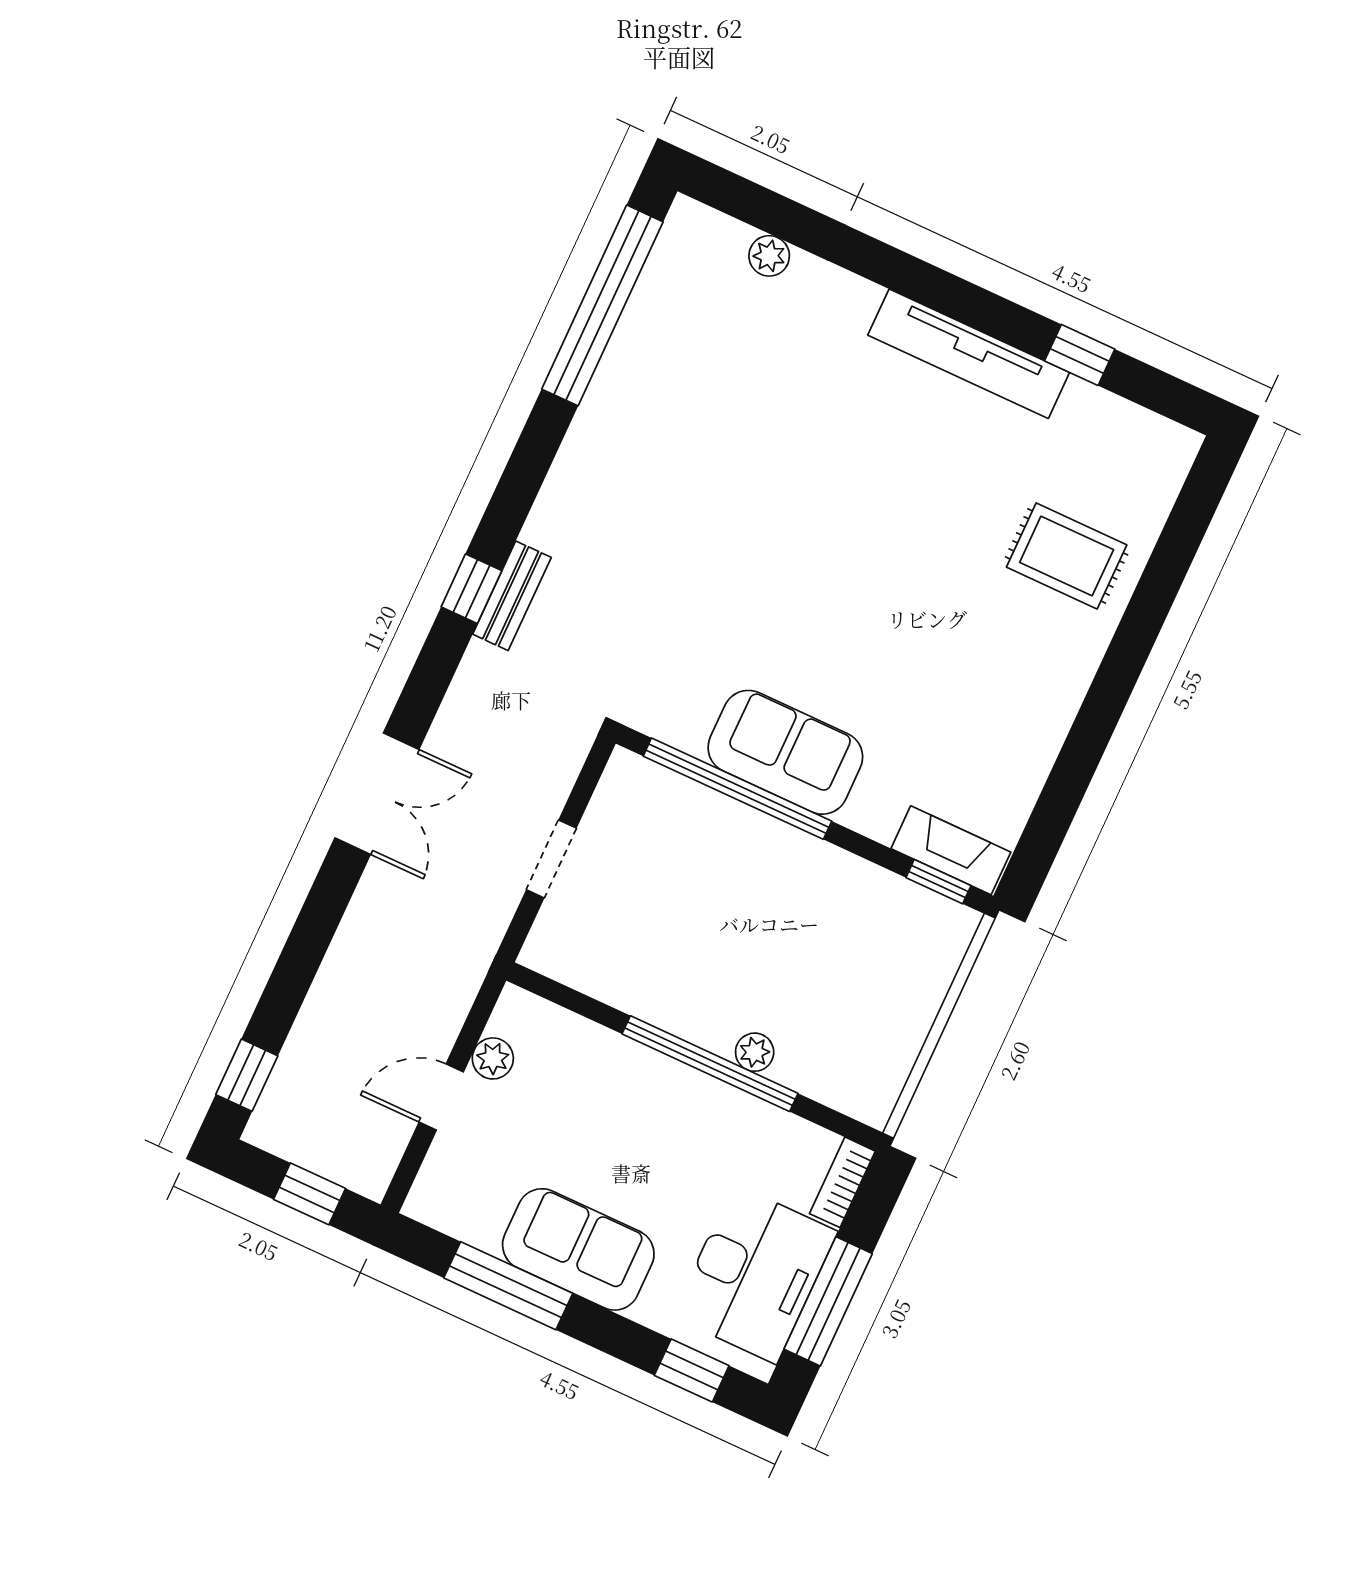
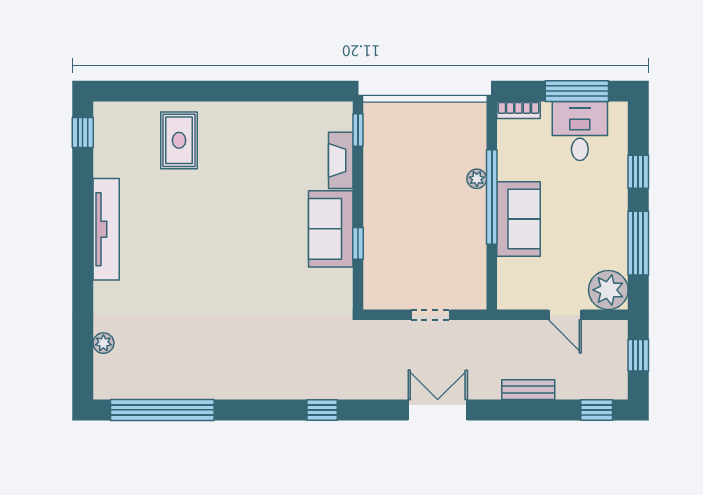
window: (1080, 355) -> (83, 133), moved
bench: (512, 596) -> (528, 390), moved
window: (737, 789) -> (358, 243), width x0.32
fireplace: (951, 850) -> (341, 160), moved
plant: (493, 1058) -> (608, 290), moved, width x1.87, depth x1.87
sofa: (578, 1249) -> (518, 219), moved, turned 180
desk: (755, 1274) -> (580, 131), width x0.73
window: (692, 1370) -> (638, 172), moved

